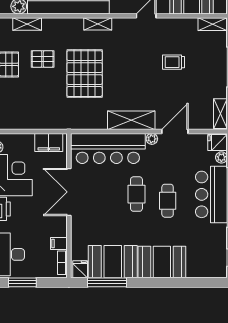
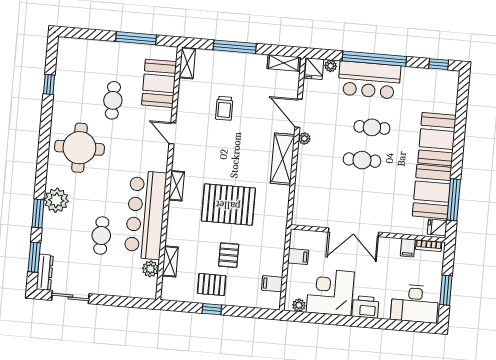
pallet: (43, 59) -> (229, 255), moved
filing cabinet: (15, 120) -> (272, 284), added
filing cabinet: (49, 142) -> (298, 257), width x0.50
bar counter: (108, 148) -> (311, 186), removed

